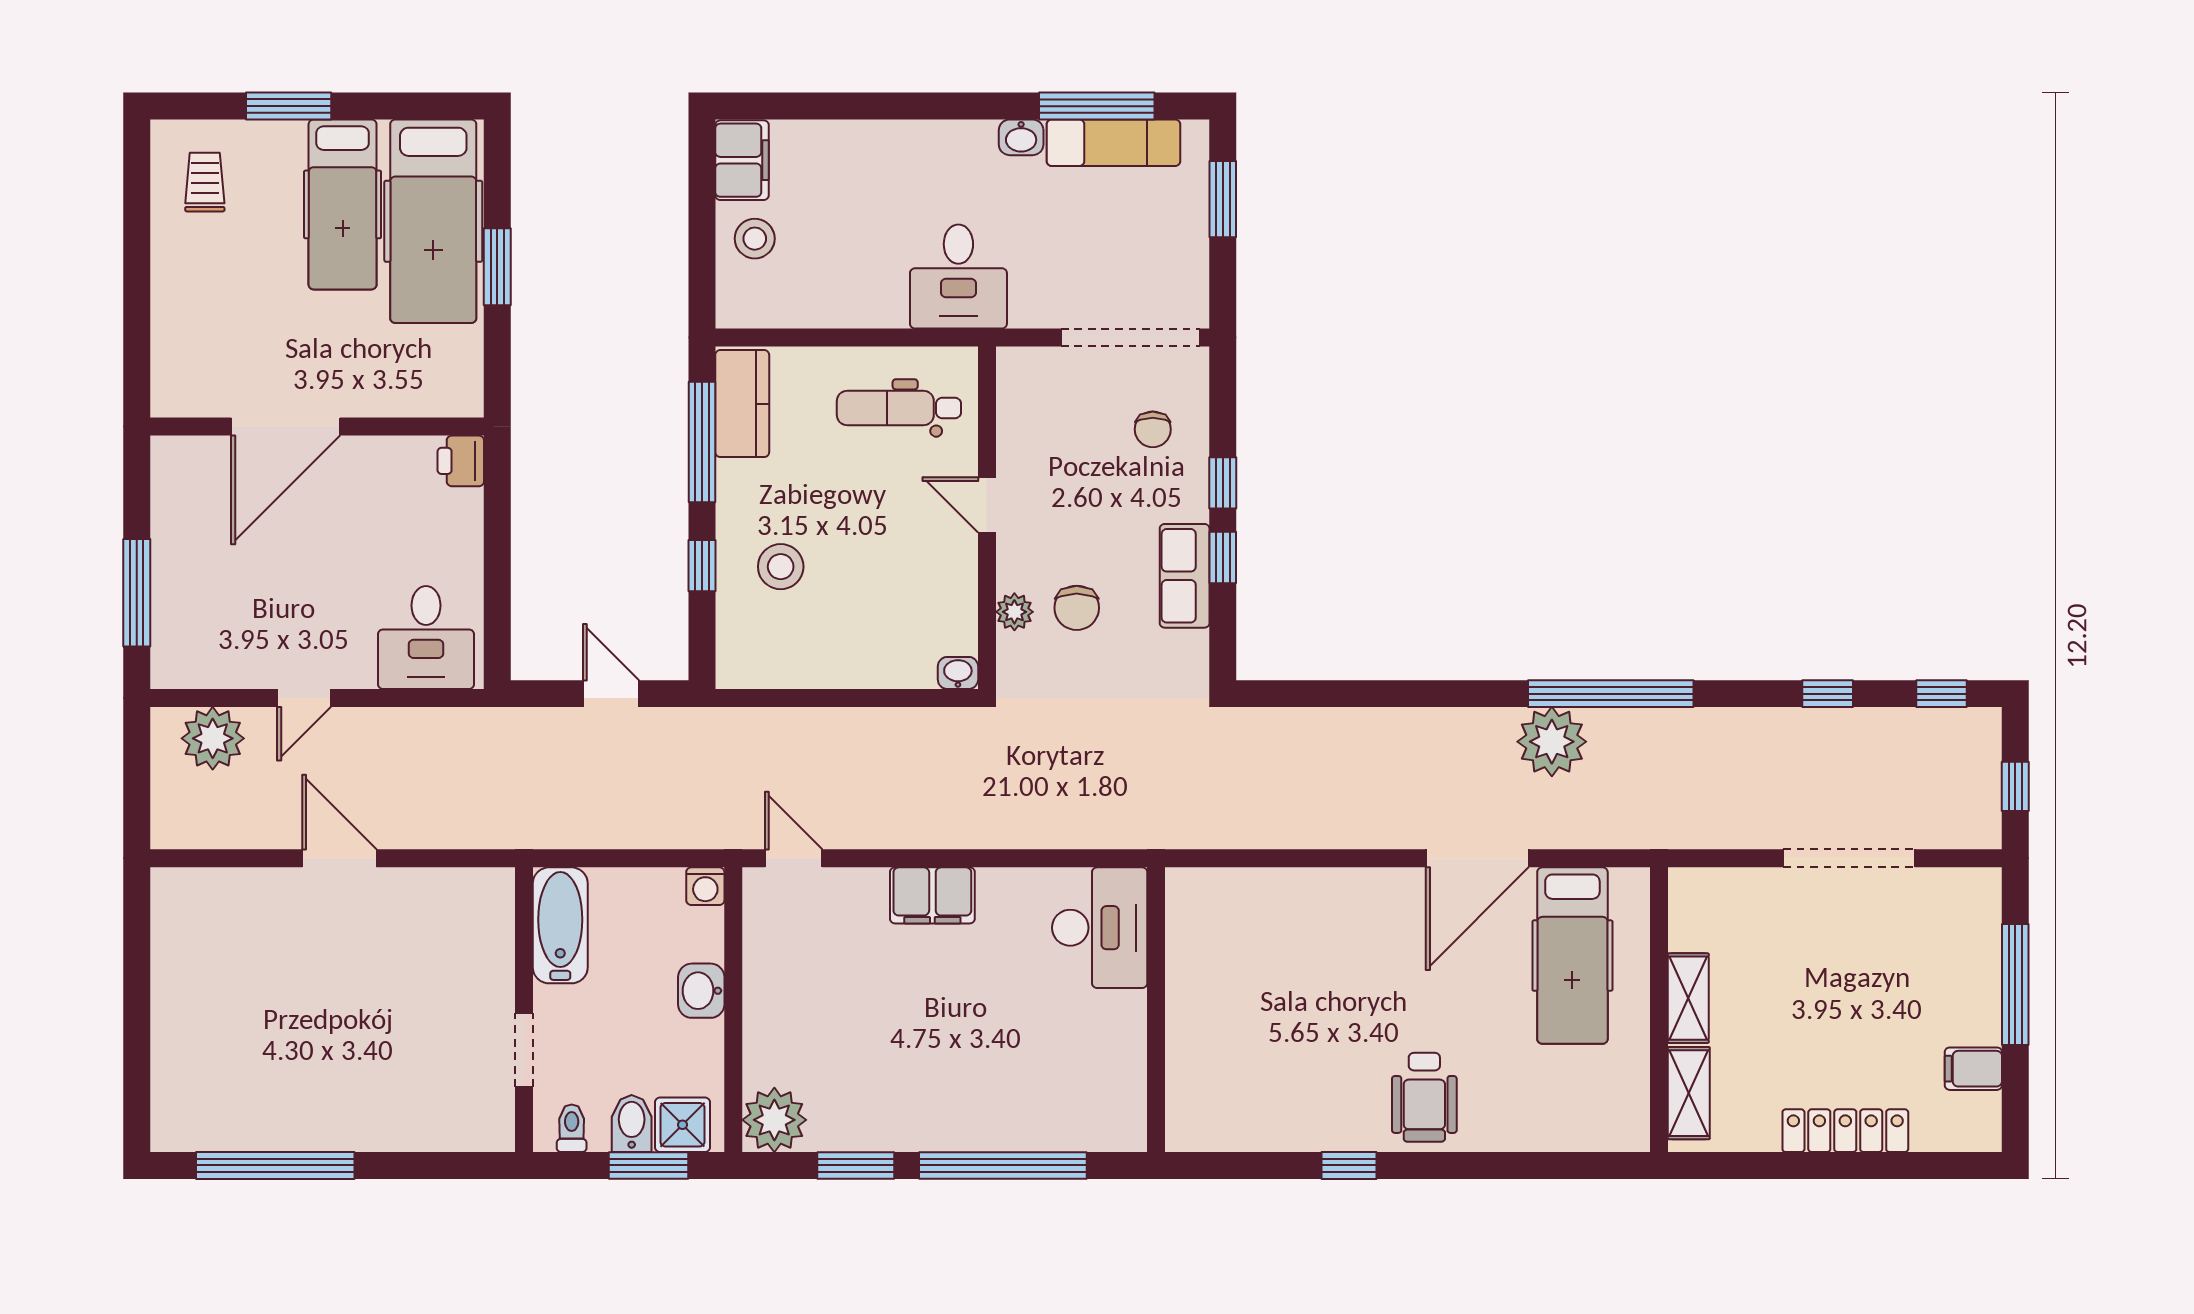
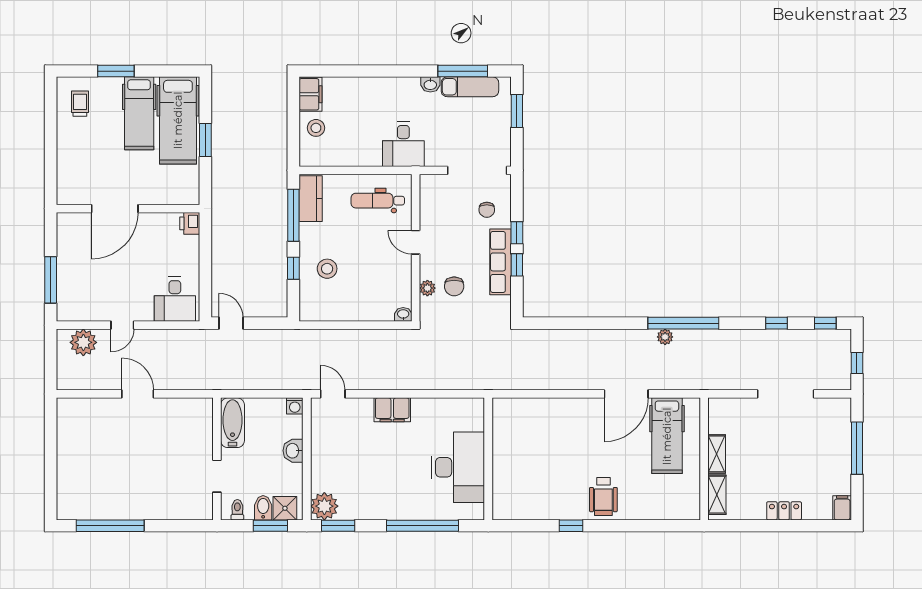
row of seats: (1185, 576) -> (500, 262), width x1.48
door: (611, 694) -> (231, 323), moved
plant: (1552, 742) -> (665, 337), width x0.53, depth x0.53
desk: (1100, 928) -> (458, 467), moved, width x1.36, depth x1.30
filing cabinet: (1973, 1069) -> (842, 508), moved, turned 90
locker: (1845, 1131) -> (784, 511), width x0.66
window: (856, 1165) -> (338, 526), moved

